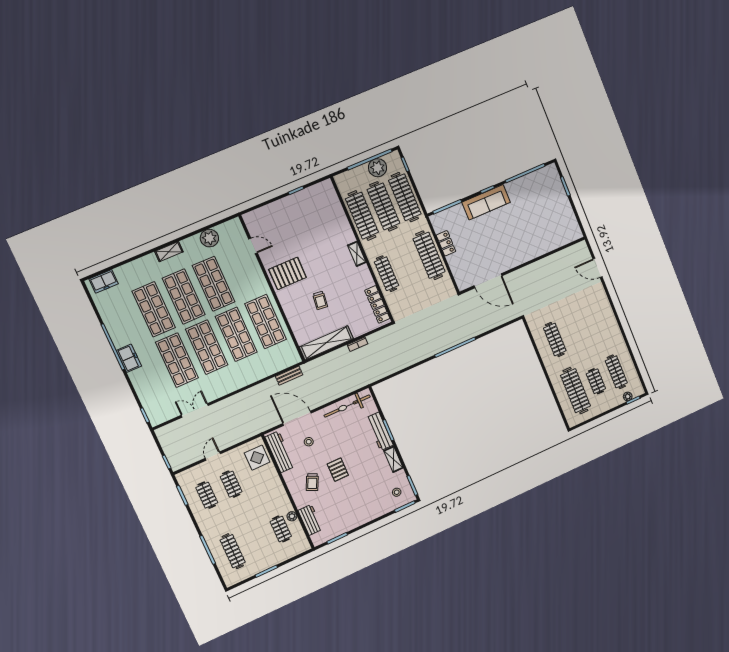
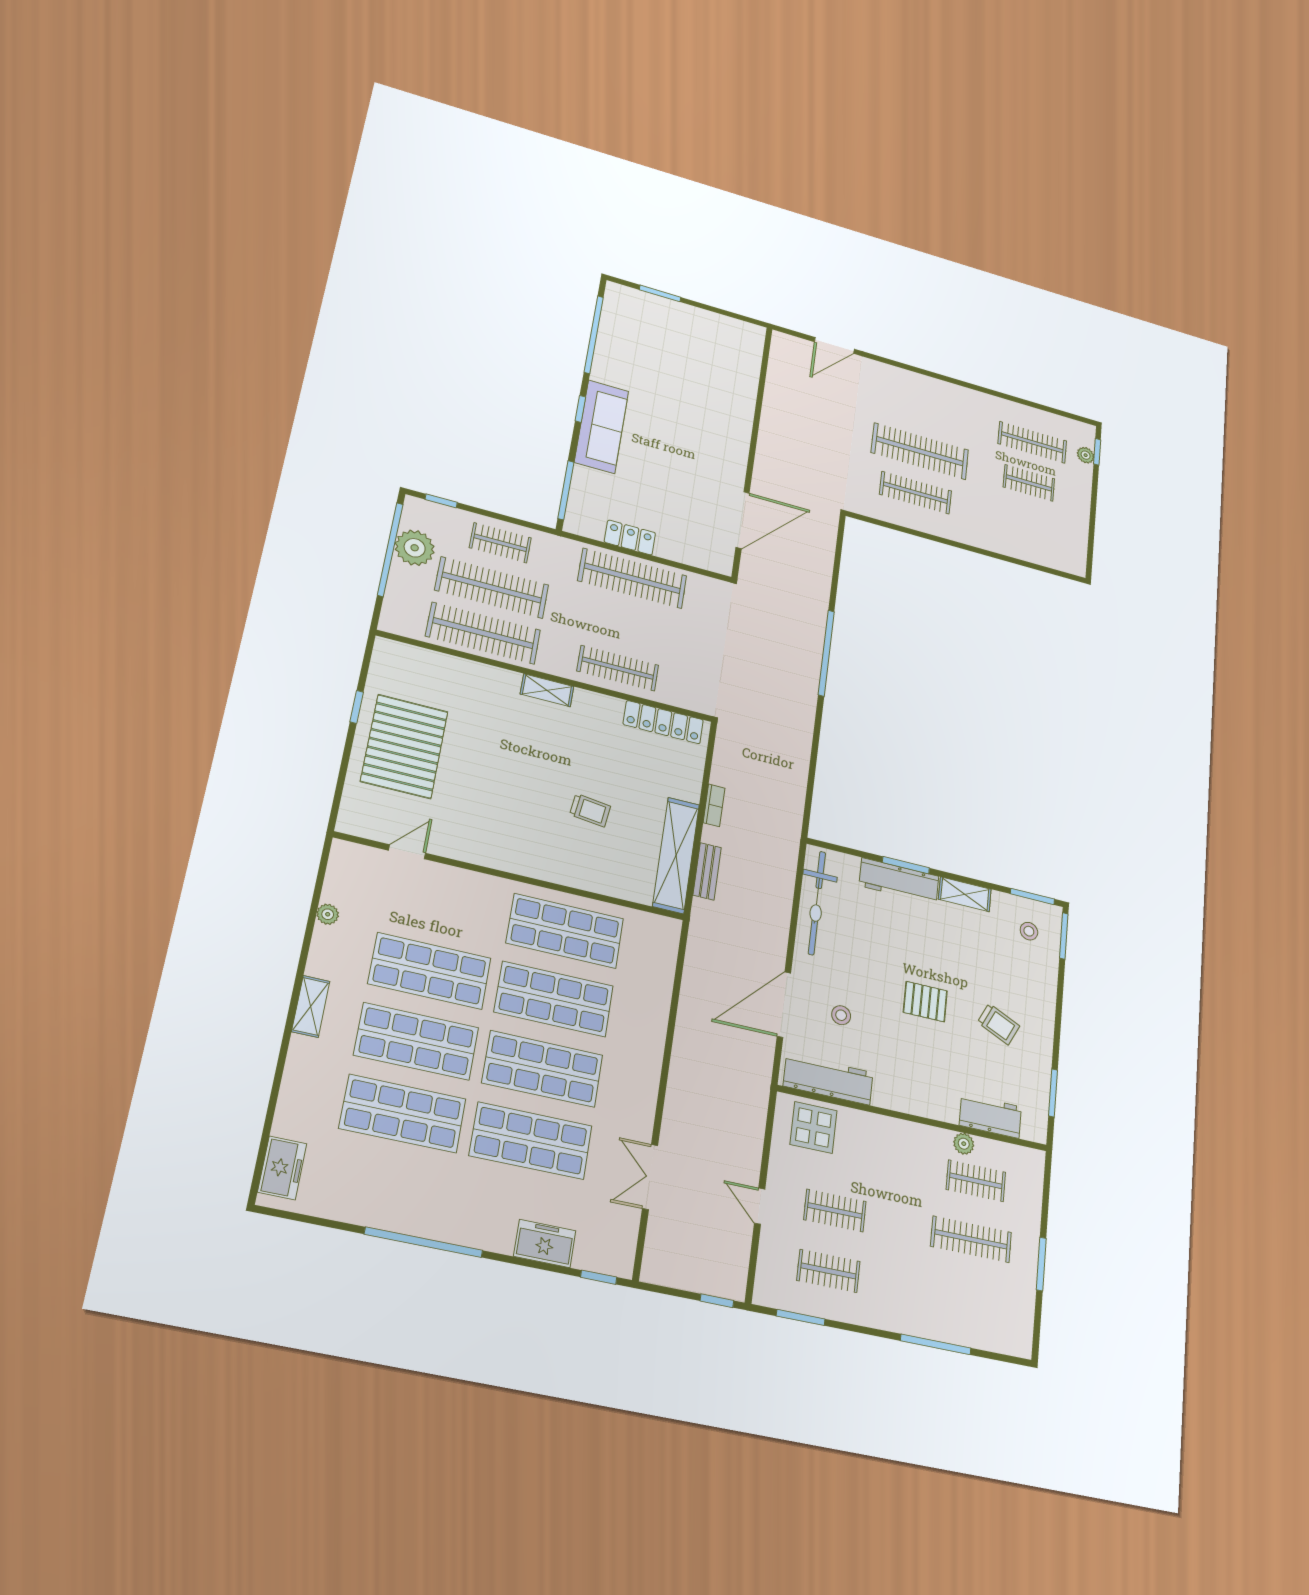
clothes rail: (405, 197) -> (500, 543), width x0.54, depth x0.76
plant: (209, 238) -> (328, 914), width x0.53, depth x0.53
pallet: (288, 273) -> (404, 746), moved, width x1.37, depth x1.41
freezer: (129, 358) -> (545, 1243), moved
bench: (289, 376) -> (707, 871), moved
clothes rail: (575, 391) -> (920, 451), moved
trolley: (312, 482) -> (999, 1024), moved
clothes rail: (233, 551) -> (971, 1239), moved

